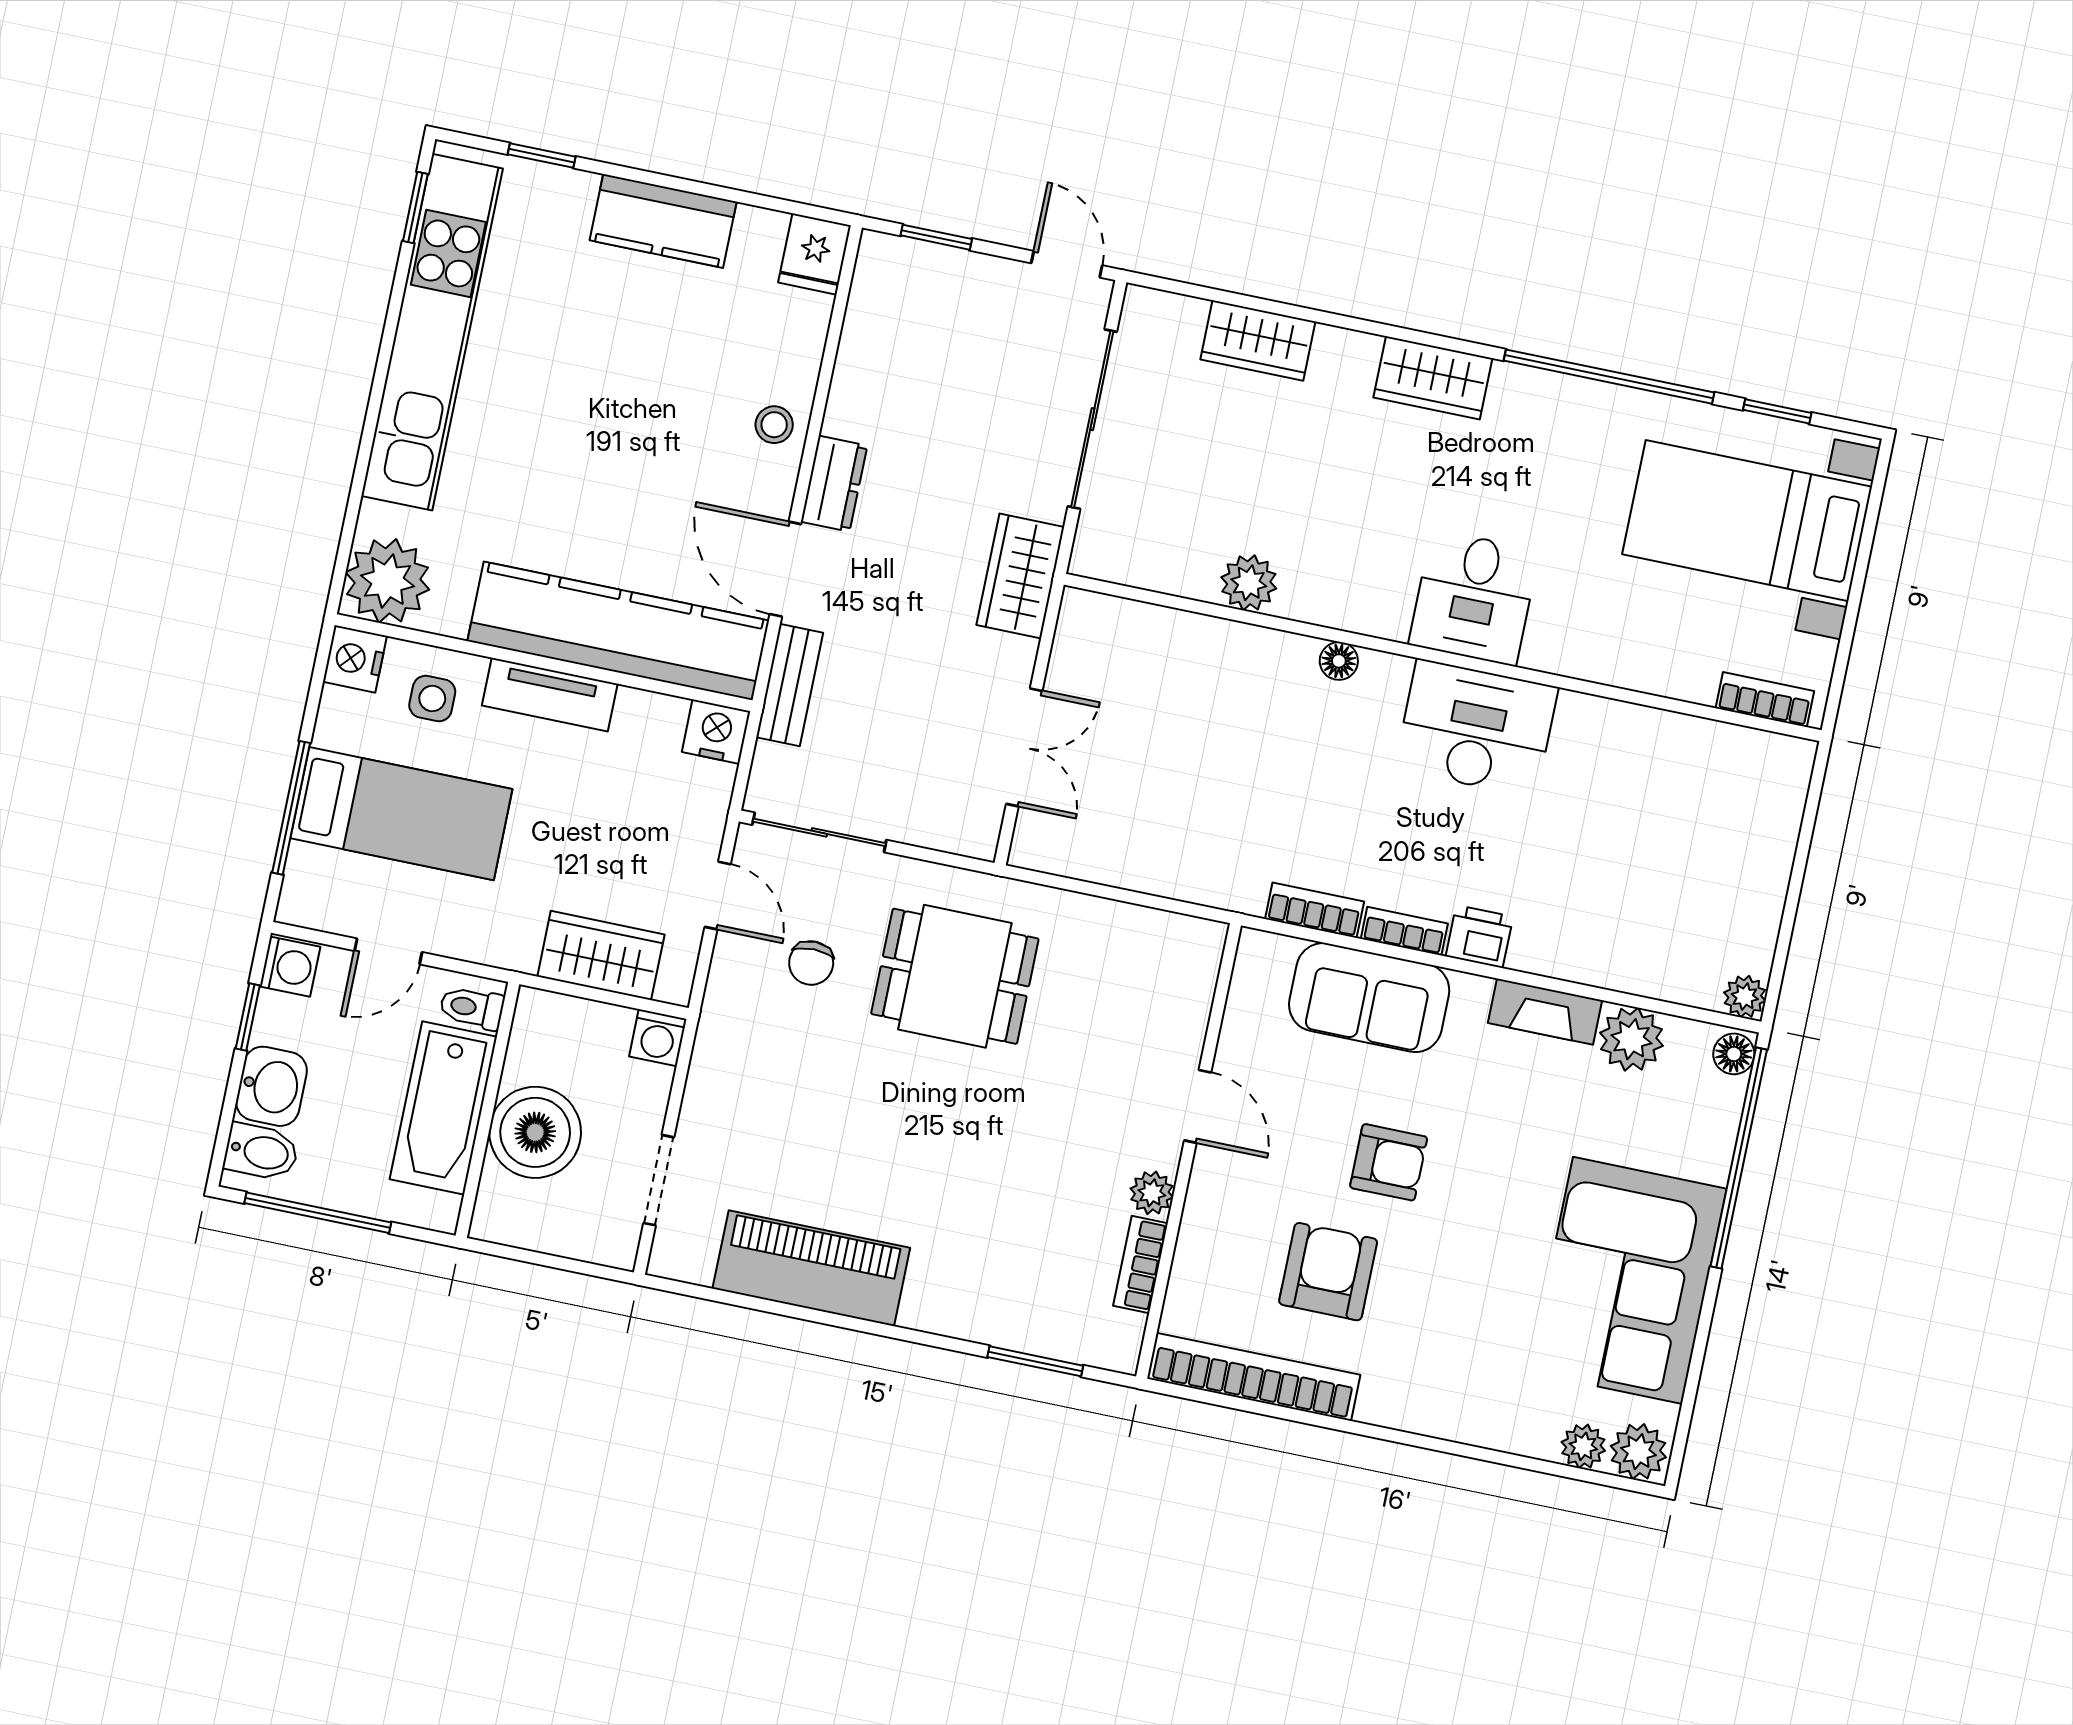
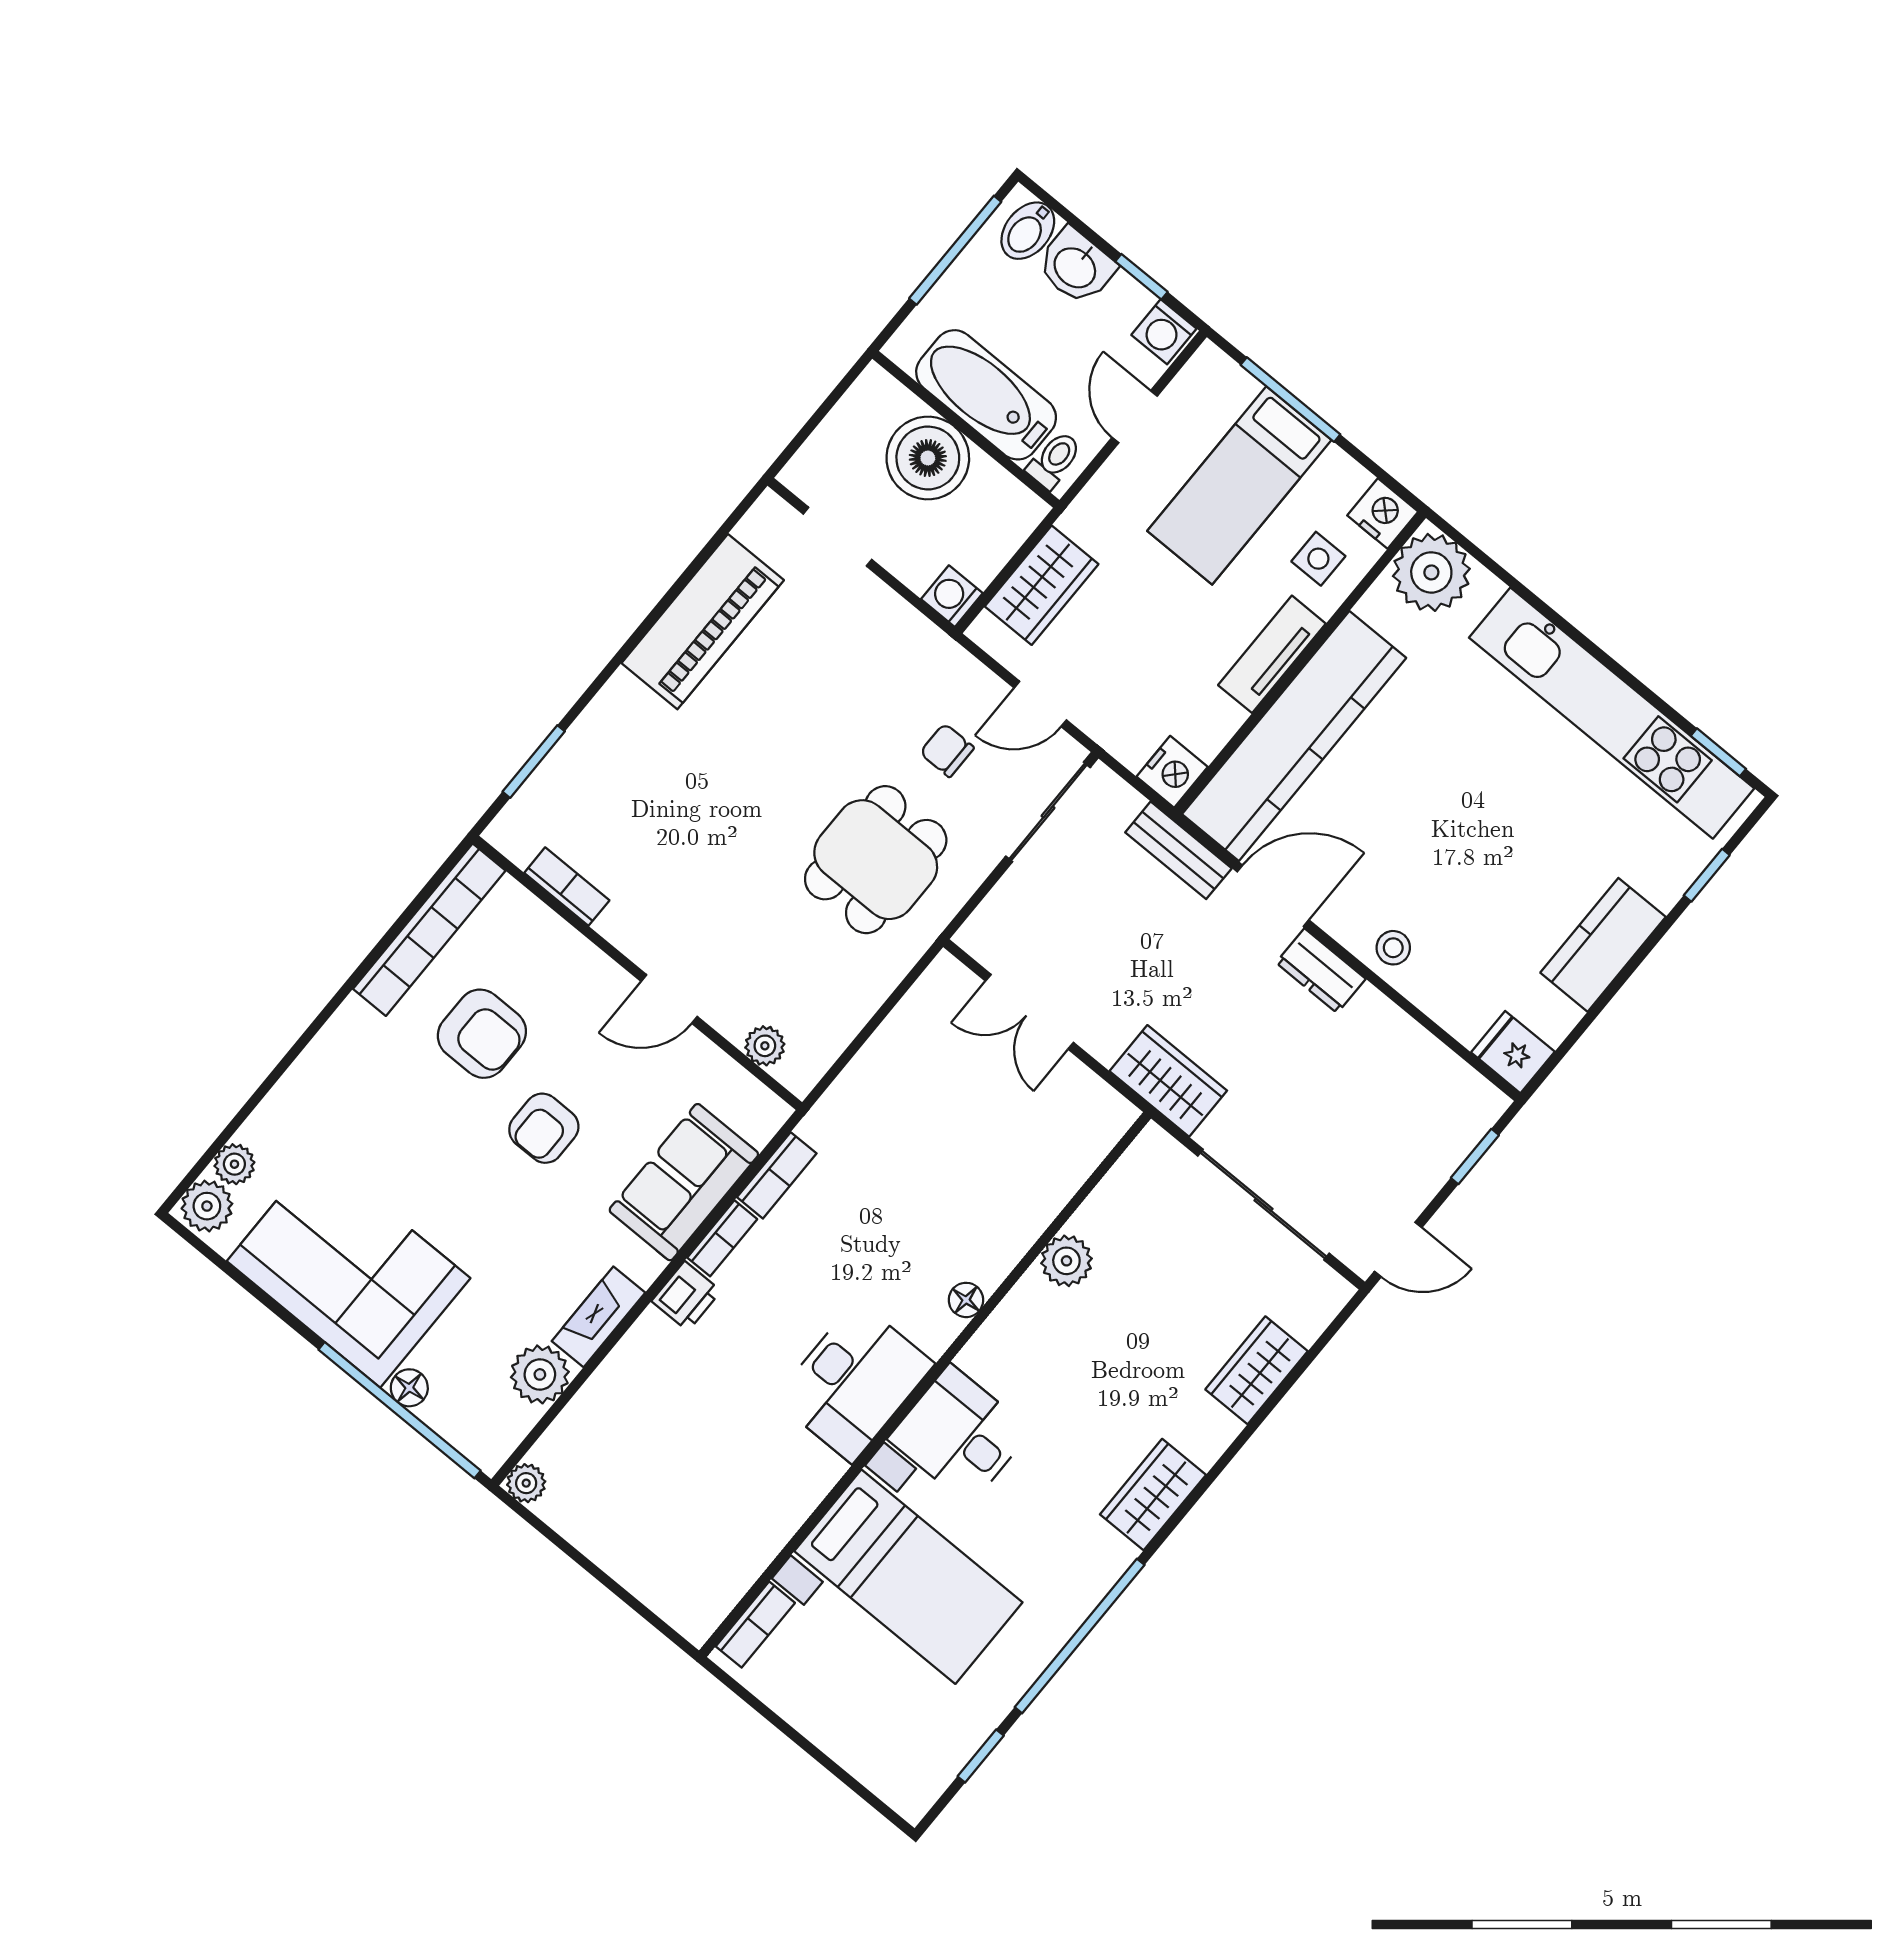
bed with nightstands: (1747, 521) -> (908, 1577), moved, turned 90
floor lamp: (1734, 1054) -> (409, 1388), moved
plant: (1152, 1193) -> (765, 1046), moved

